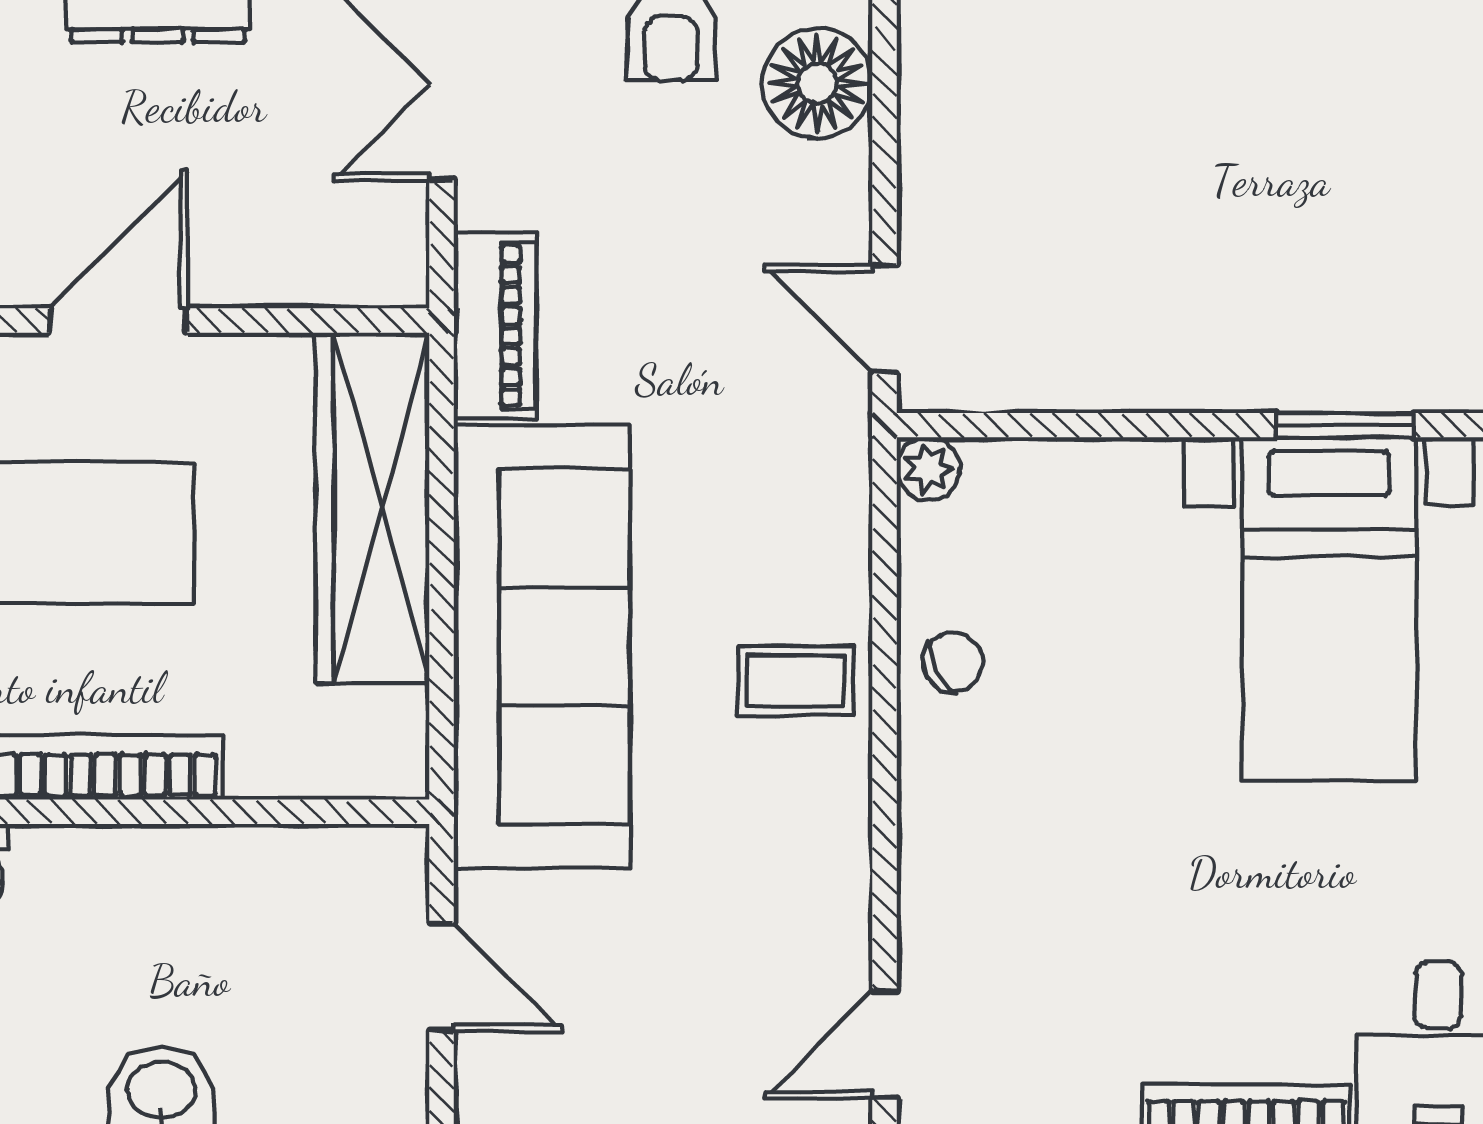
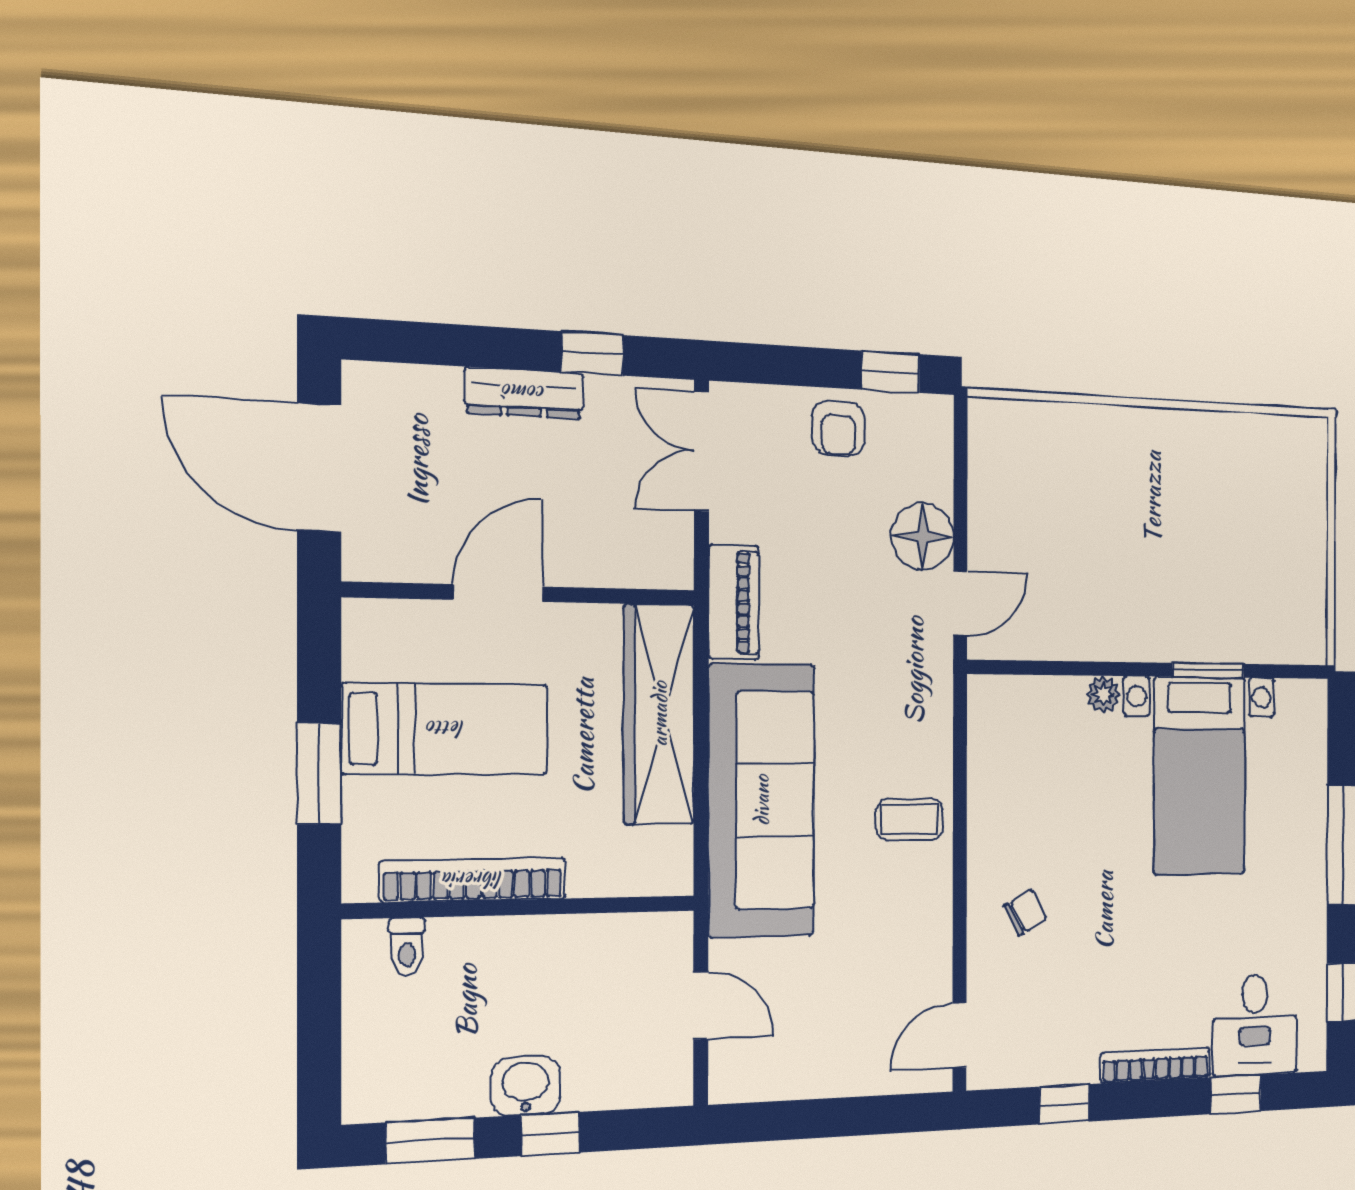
floor lamp: (817, 83) -> (922, 536), moved
door: (884, 319) -> (960, 603), swing flipped
plant: (928, 469) -> (1103, 694), moved
chair: (953, 662) -> (1025, 912), moved

